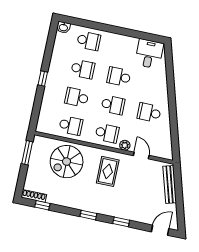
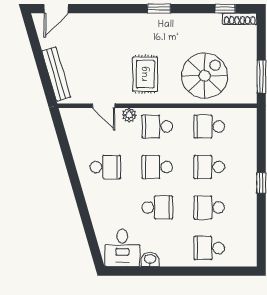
washbasin: (63, 27) -> (150, 259), moved
school desk: (77, 97) -> (209, 167), turned 180
window: (121, 222) -> (112, 9), removed

